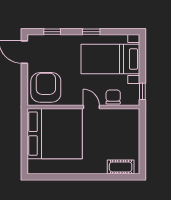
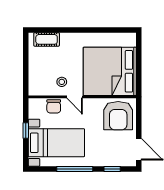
window: (91, 32) -> (75, 169), width x2.17
window: (142, 91) -> (26, 130), moved
stool: (105, 123) -> (62, 82), added

